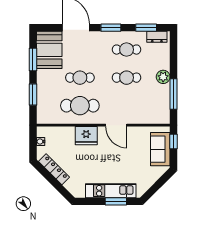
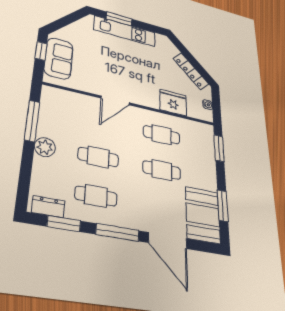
window: (111, 28) -> (118, 232), width x1.44
window: (33, 94) -> (219, 148), moved
cafe table: (80, 106) -> (162, 135), width x0.73, depth x0.74
door: (116, 125) -> (115, 100), swing flipped
fridge: (86, 136) -> (173, 103), moved
window: (173, 141) -> (41, 51), moved

